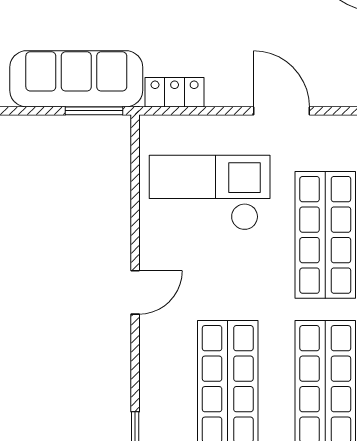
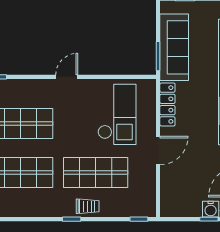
locker: (175, 92) -> (167, 104), width x1.53
door: (135, 292) -> (67, 77), swing flipped

